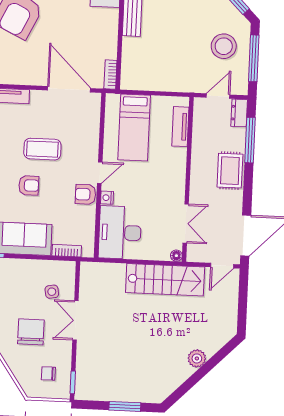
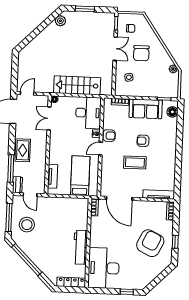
door: (218, 96) -> (30, 195), hinge flipped
stairs: (165, 280) -> (77, 85), moved
double door: (75, 320) -> (115, 49), moved
plant: (197, 358) -> (60, 21), moved

